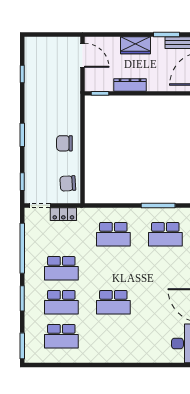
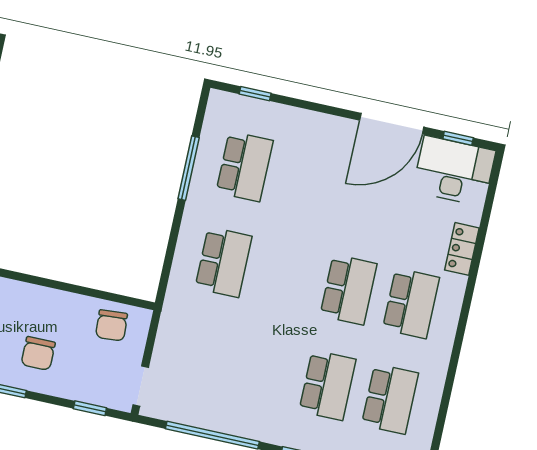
chair: (64, 143) -> (38, 353), moved
locker: (63, 214) -> (462, 249), moved, turned 180
school desk: (61, 268) -> (411, 303), moved

